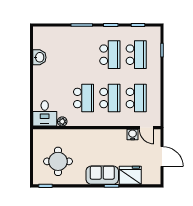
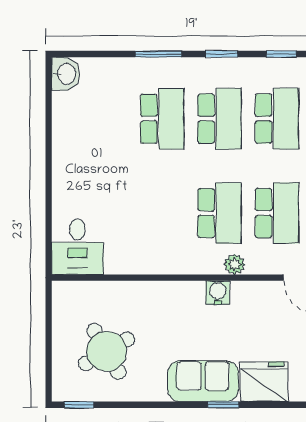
washbasin: (39, 57) -> (66, 74), moved
school desk: (84, 98) -> (162, 119), moved
plant: (62, 121) -> (235, 264), moved
water cooler: (133, 134) -> (218, 293), moved
round table: (58, 161) -> (107, 351), turned -30

